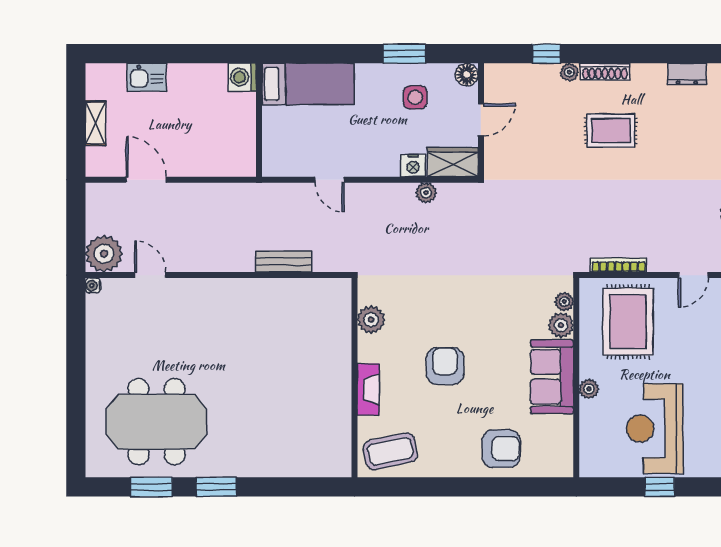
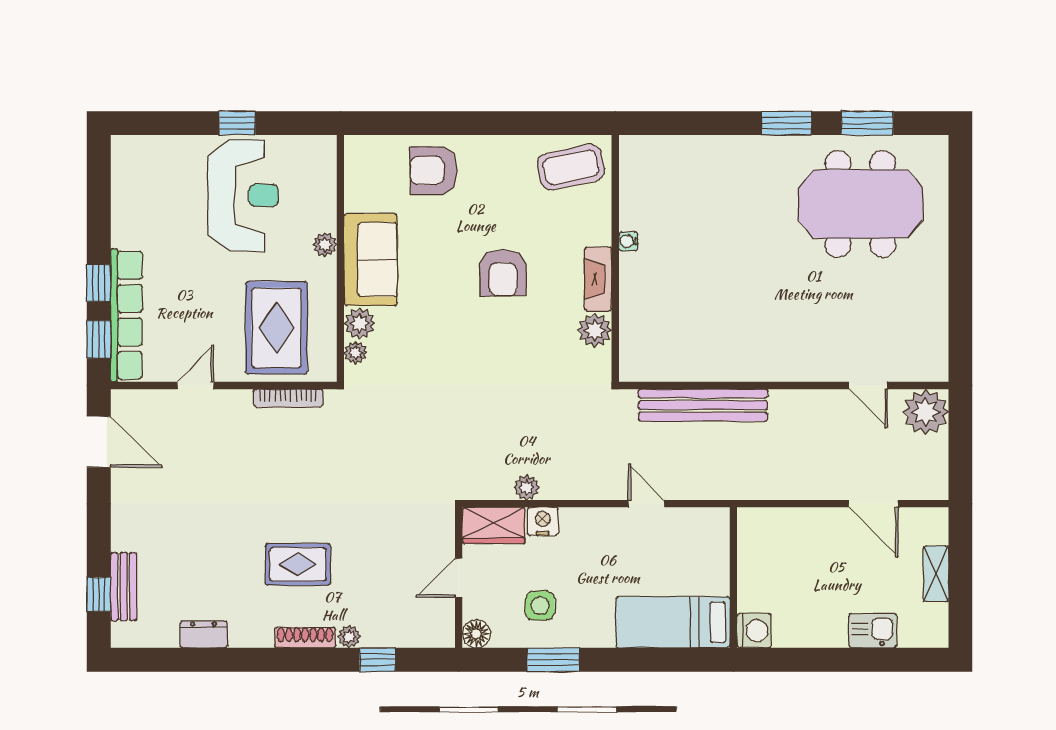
bench: (284, 262) -> (703, 405), width x1.86, depth x1.21
water cooler: (93, 286) -> (628, 241), moved, turned 180
fireplace: (368, 389) -> (598, 279), moved

